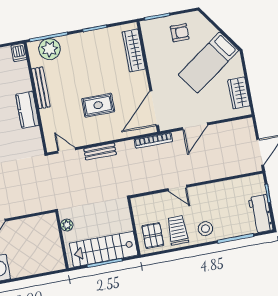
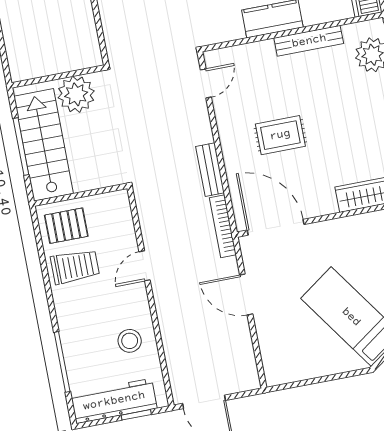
wardrobe: (239, 93) -> (301, 366), removed
rug: (98, 105) -> (280, 135), turned 90
bench: (100, 152) -> (210, 170), moved
workbench: (261, 214) -> (114, 401), width x1.38
plant: (67, 225) -> (76, 94), width x1.88, depth x1.88
stool: (205, 229) -> (130, 341), moved

